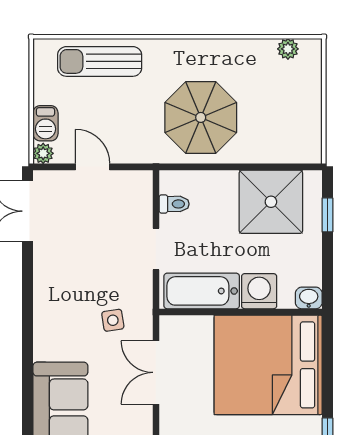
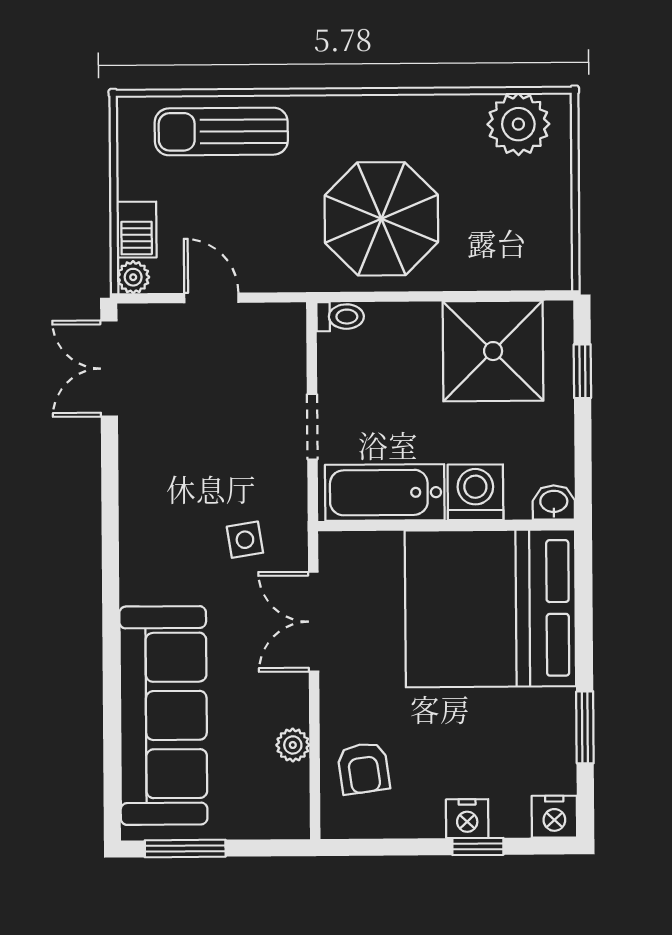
plant: (288, 49) -> (518, 124), width x1.88, depth x1.88
toilet: (174, 204) -> (340, 317), moved

